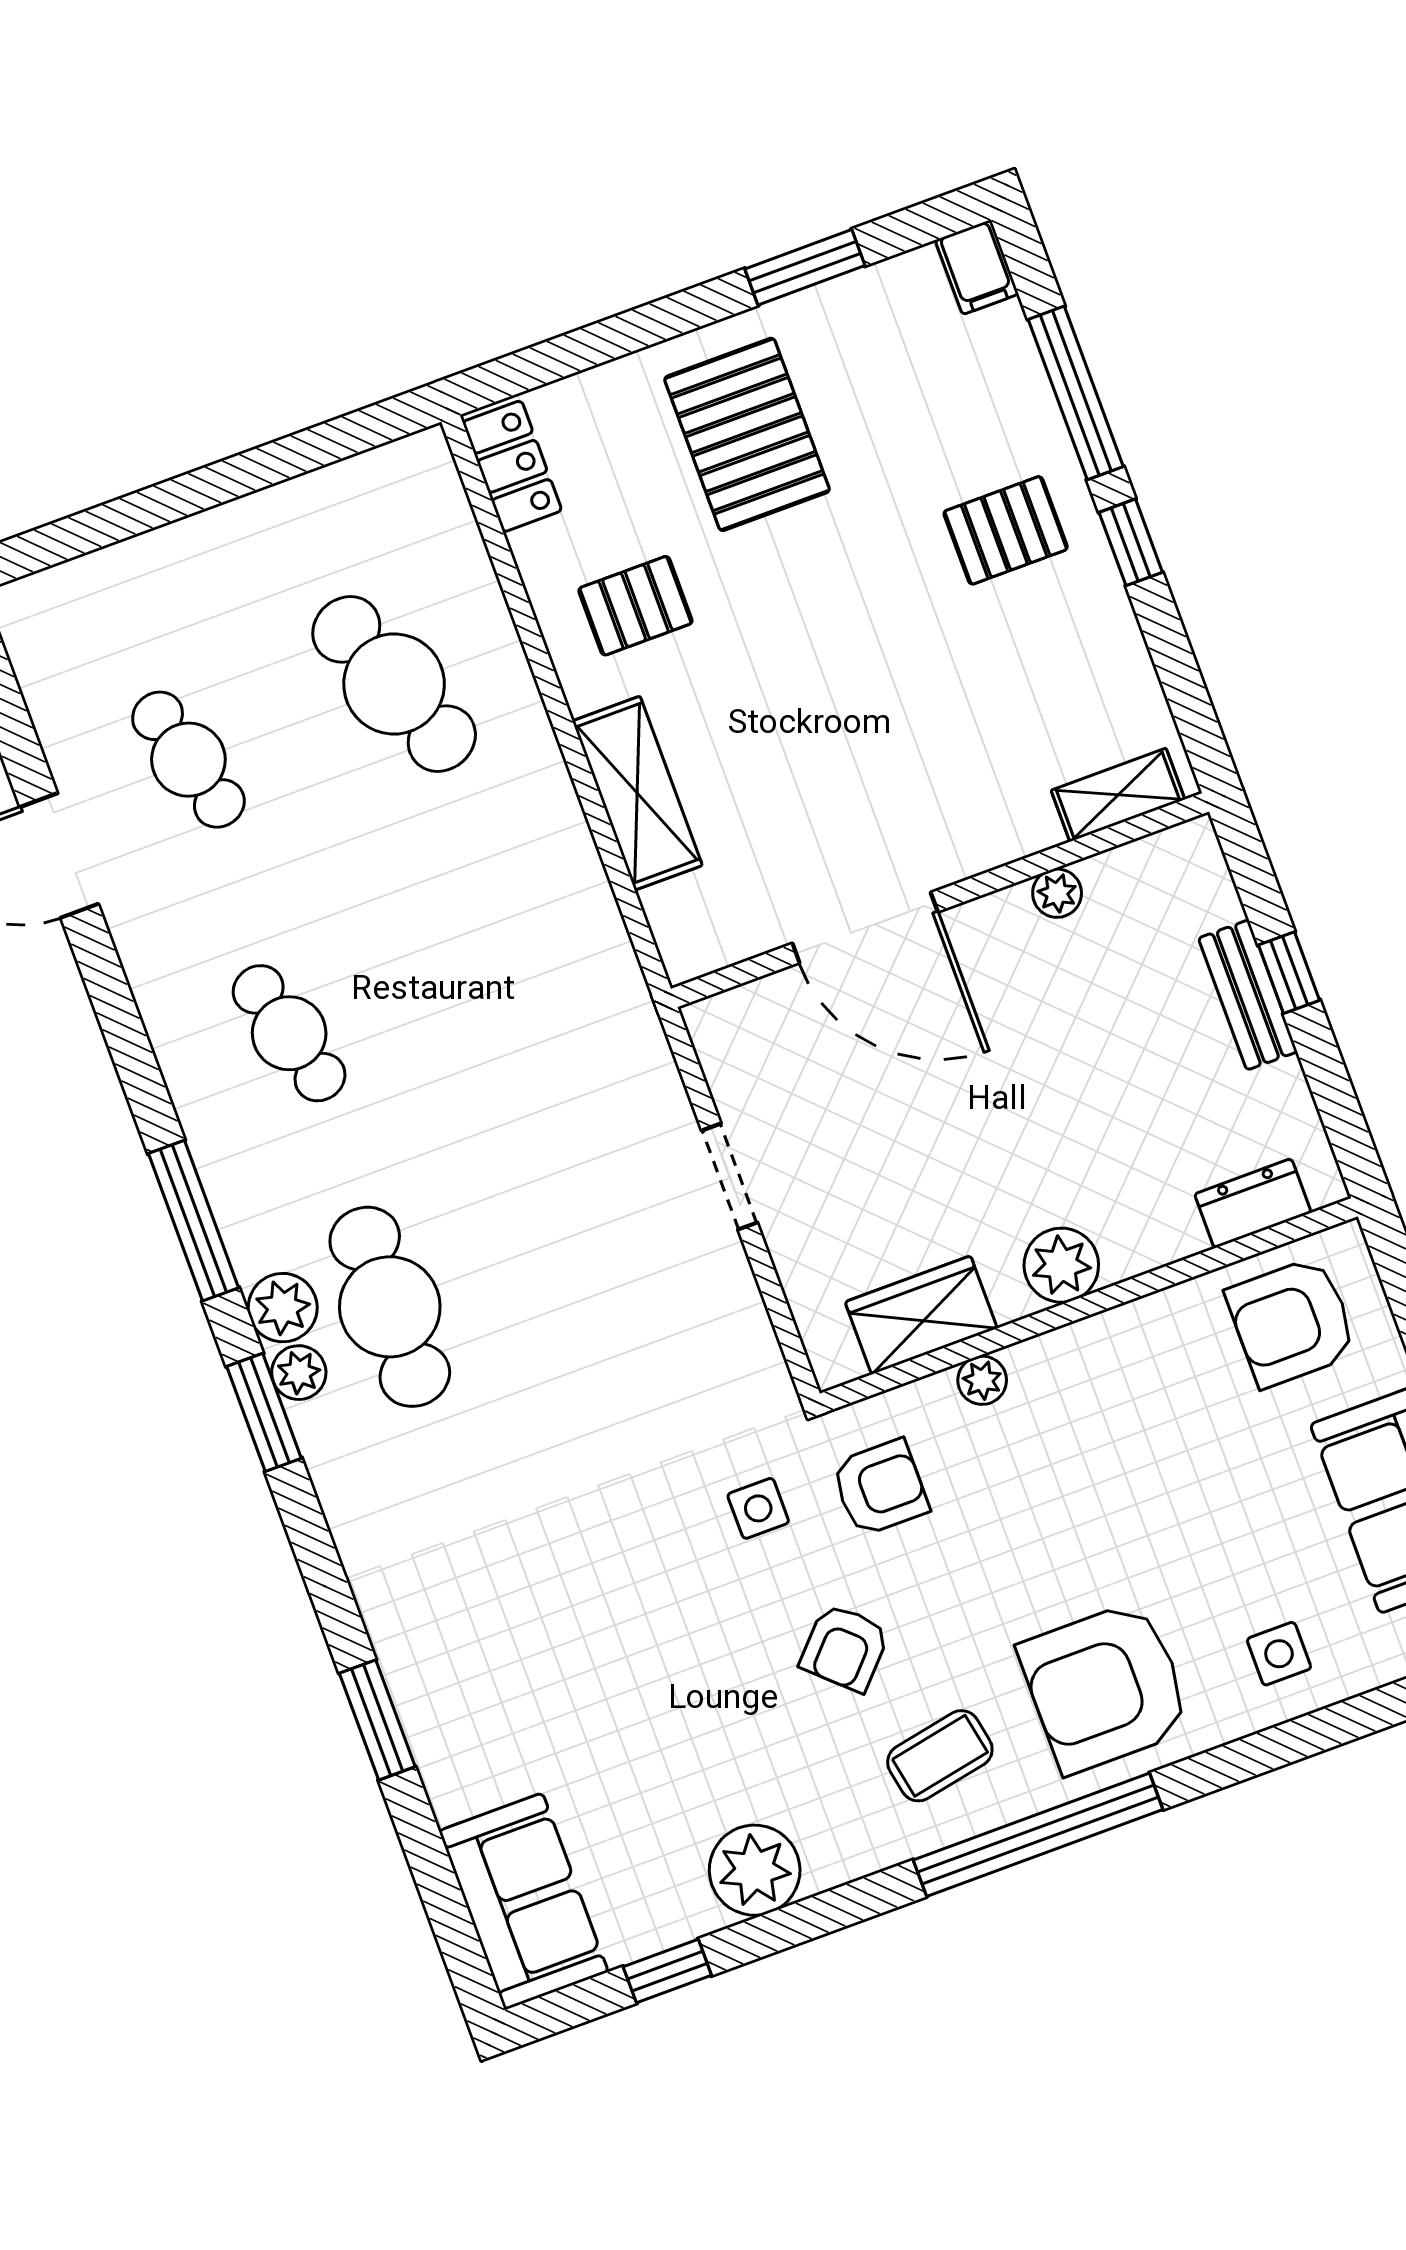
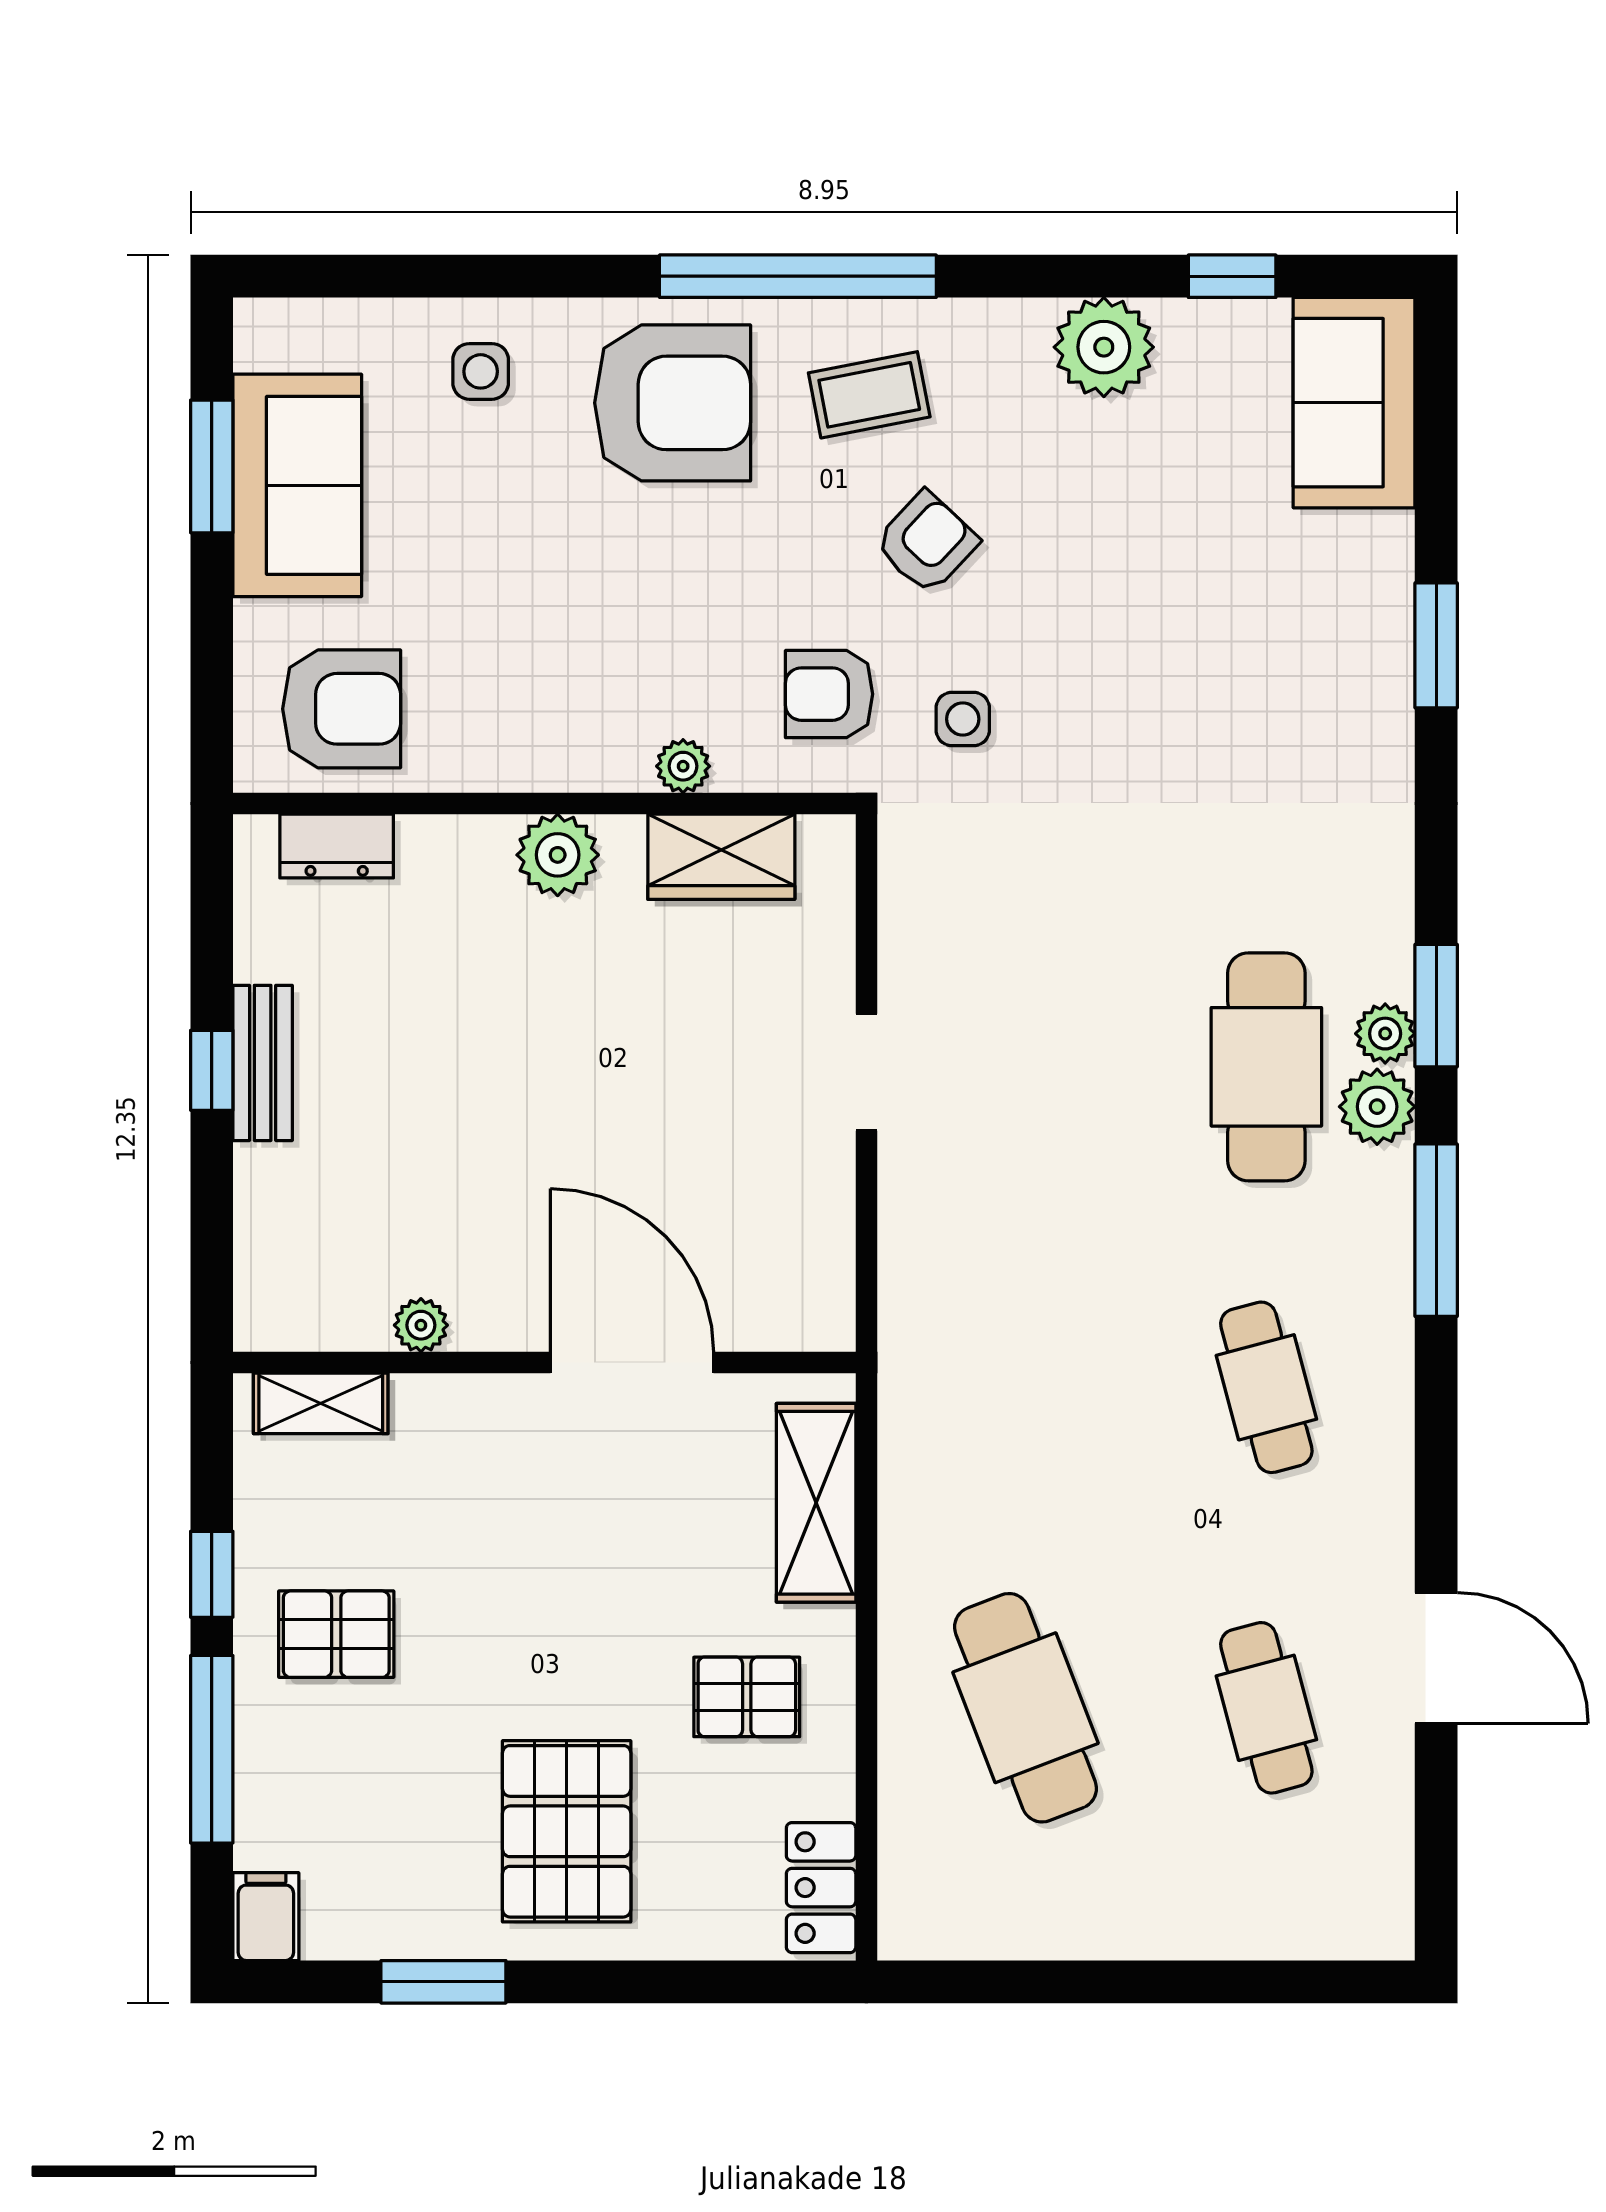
shelving: (1118, 795) -> (321, 1403), moved
plant: (1057, 893) -> (421, 1325), moved
wall: (940, 900) -> (544, 1363), moved
door: (865, 928) -> (632, 1363), moved

